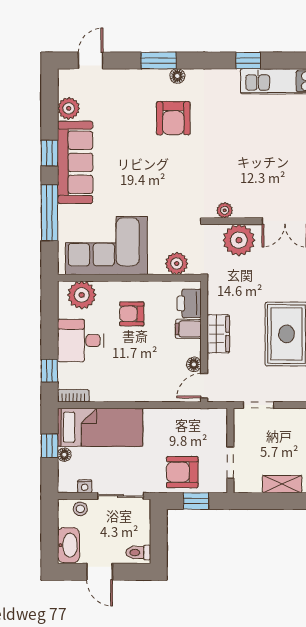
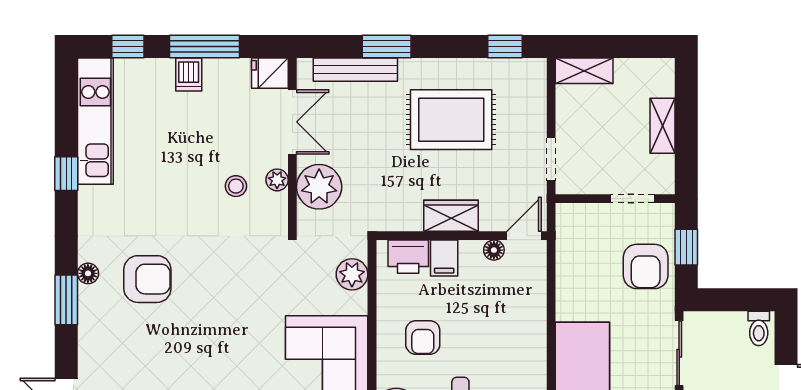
stool: (239, 181) -> (236, 186), added
plant: (225, 210) -> (277, 180), moved
door: (204, 386) -> (524, 236), swing flipped

